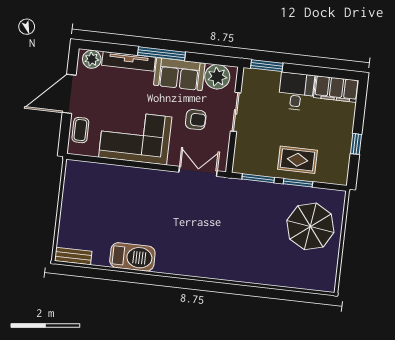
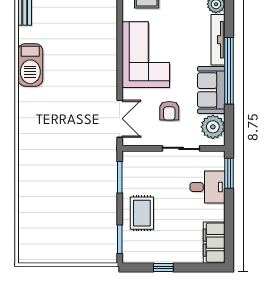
window: (162, 54) -> (229, 71), width x1.46
desk: (296, 91) -> (207, 187), moved
window: (298, 183) -> (120, 239), moved
parasol: (310, 226) -> (79, 233), removed

